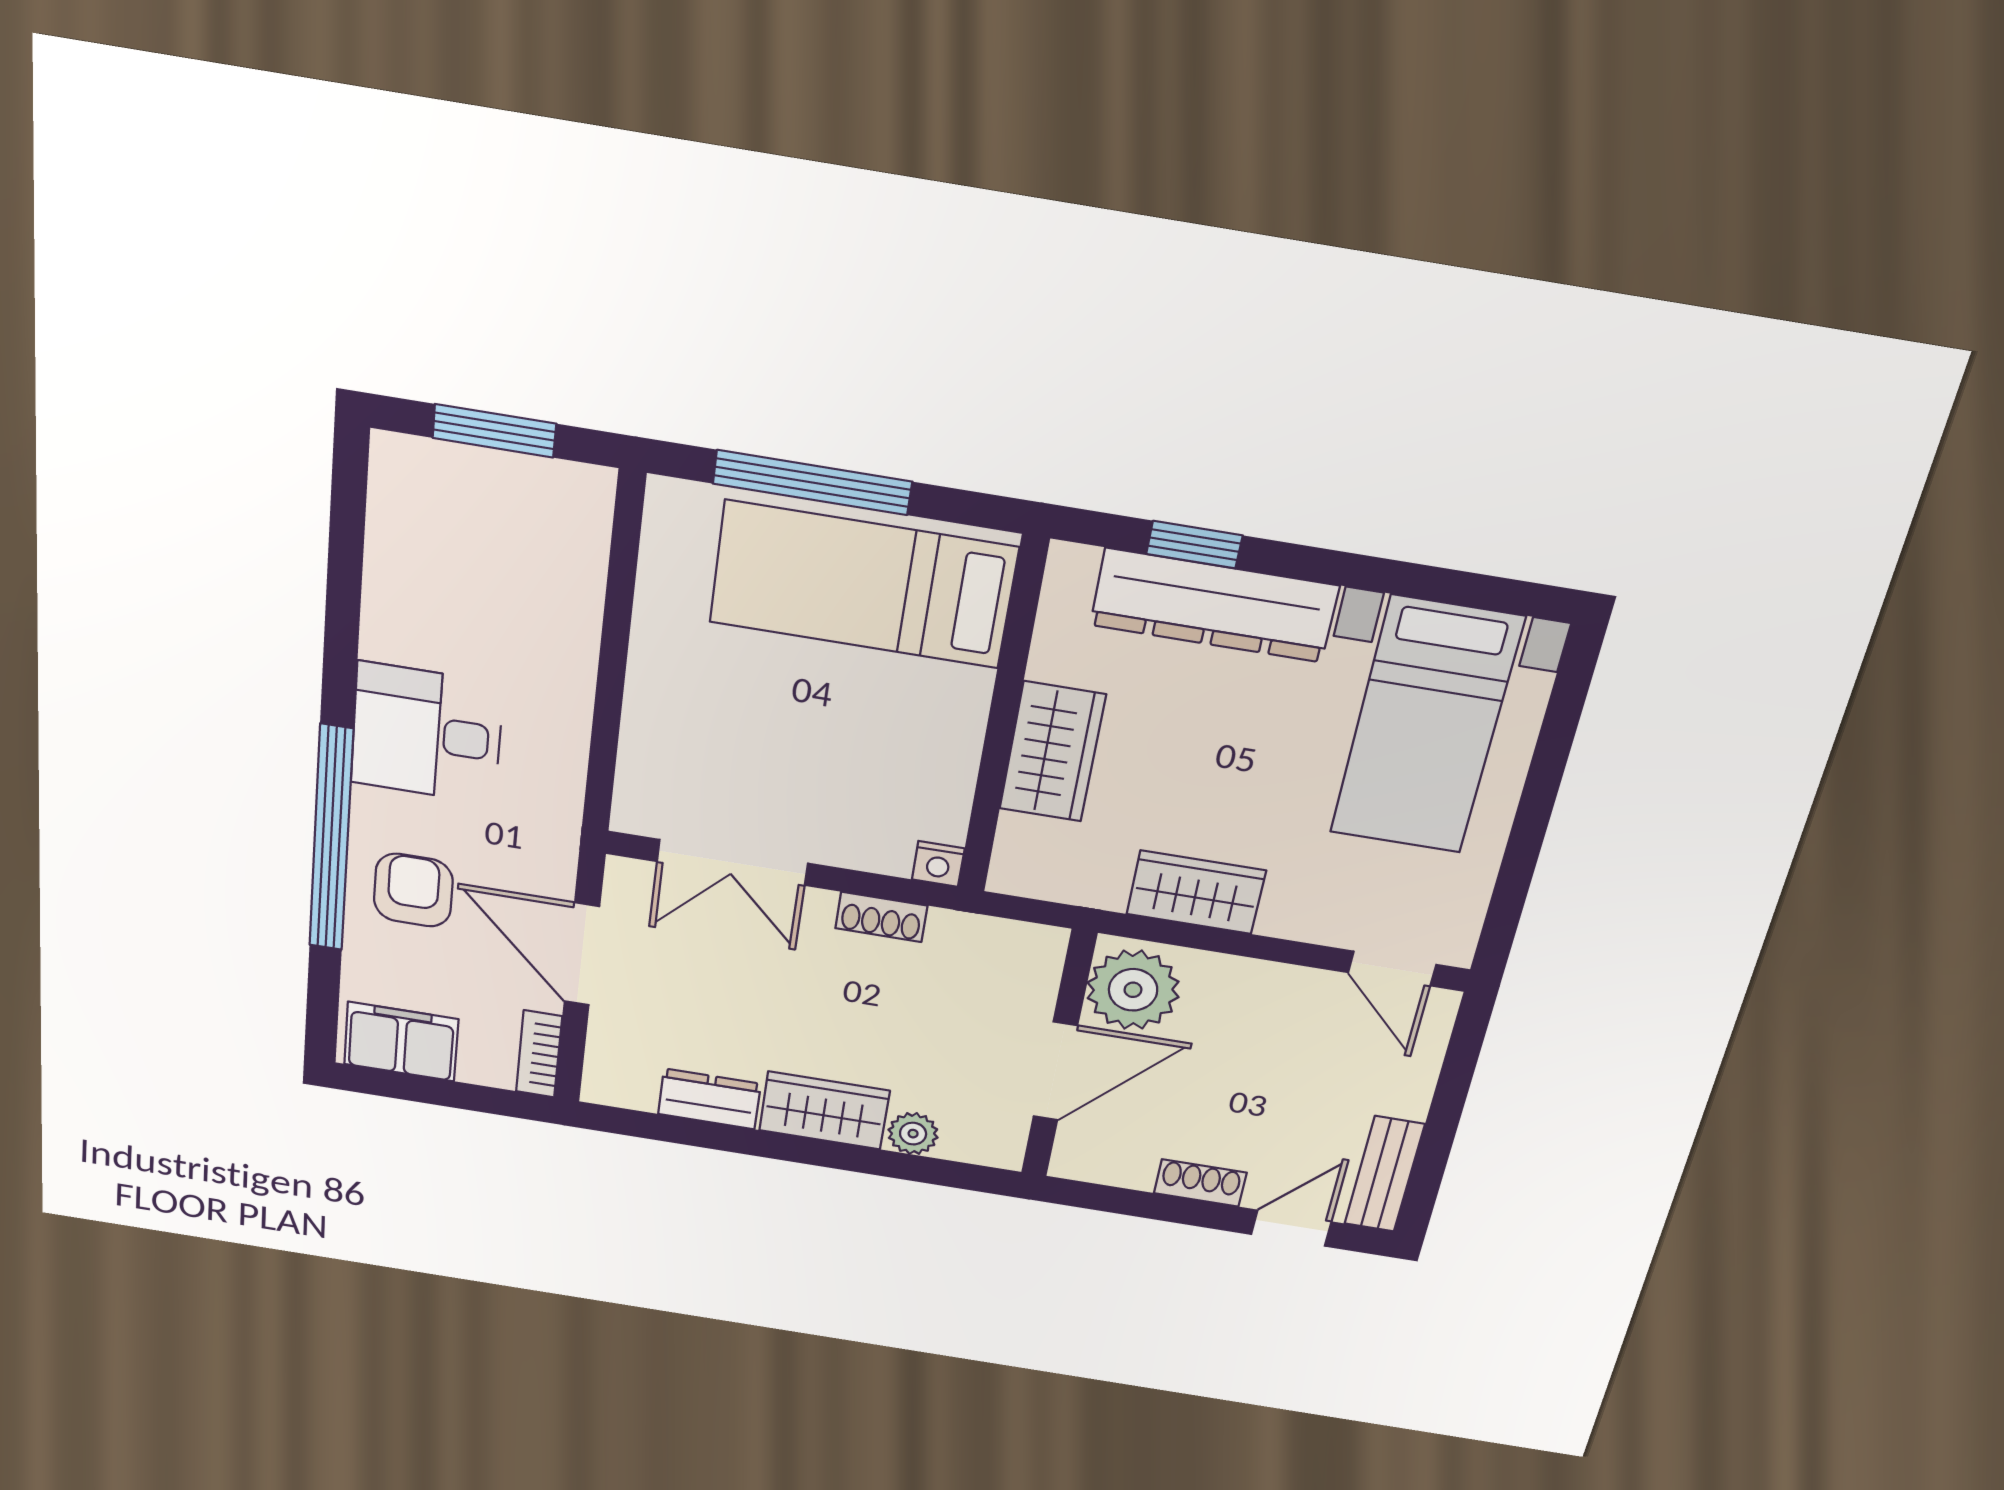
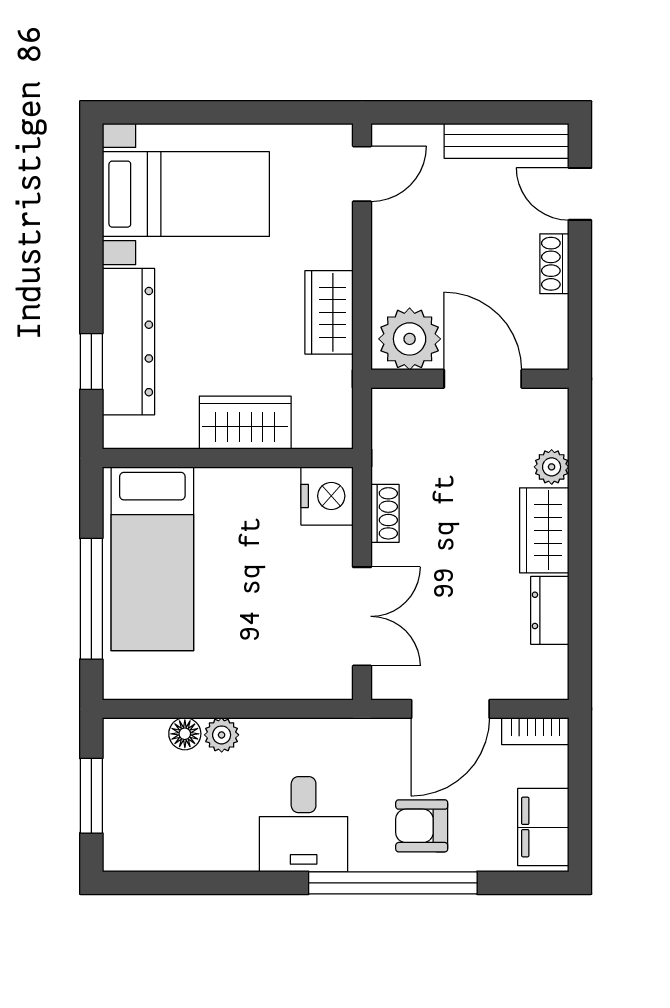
floor lamp: (581, 588) -> (185, 734), added
plant: (574, 640) -> (222, 735), added
nightstand: (938, 864) -> (327, 496), width x1.89, depth x1.79
bench: (1384, 1174) -> (507, 141), width x1.36

